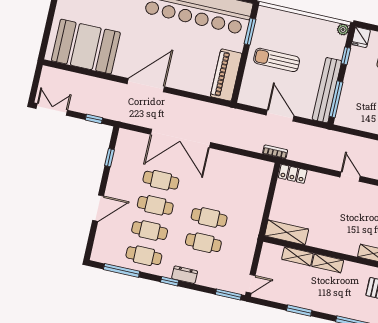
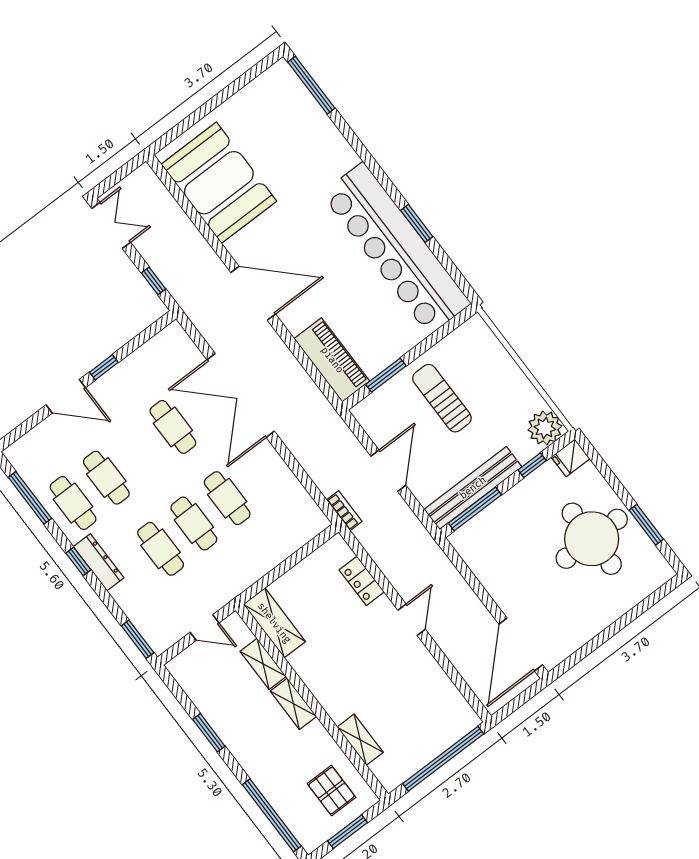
plant: (343, 29) -> (545, 428), width x1.88, depth x1.88
window: (250, 32) -> (386, 375), moved
piano: (226, 75) -> (332, 360), moved, turned 90
window: (110, 158) -> (104, 367), moved
locker: (293, 174) -> (362, 581), moved
cafe table: (155, 205) -> (227, 498), moved
dresser: (185, 275) -> (99, 562), width x1.44
door: (251, 284) -> (205, 628), moved

